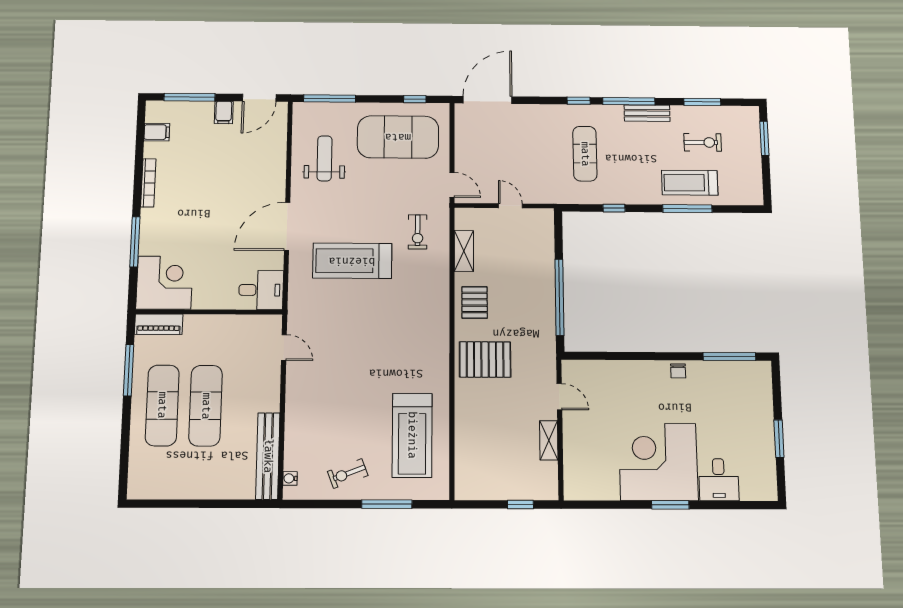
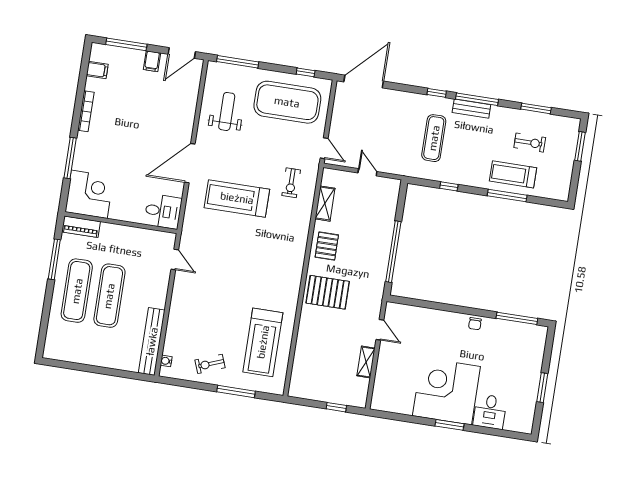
bench: (647, 113) -> (471, 109), moved

